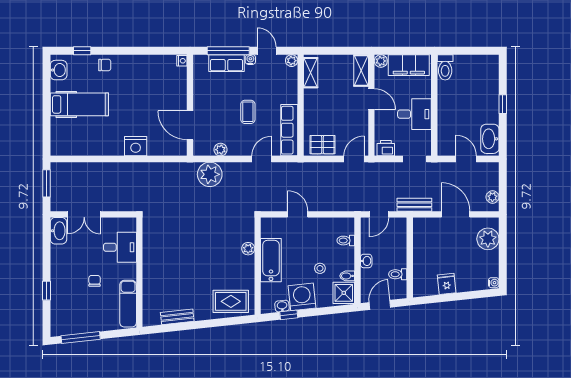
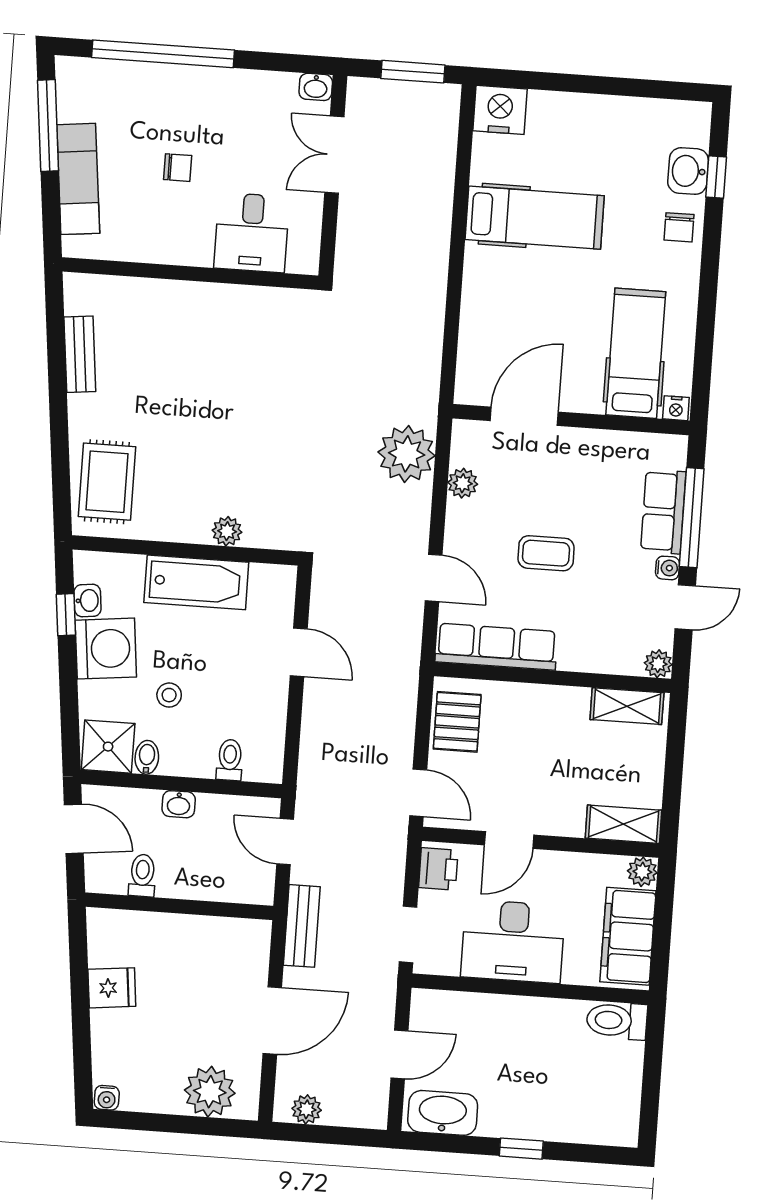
washbasin: (59, 70) -> (688, 171), moved, turned 90
hospital bed: (160, 80) -> (636, 353), added
door: (371, 99) -> (509, 840), moved
hospital bed: (79, 104) -> (535, 218), moved, turned -90
desk: (414, 114) -> (513, 941), width x1.37
nightstand: (136, 146) -> (500, 110), moved, turned 90
door: (298, 214) -> (299, 652), hinge flipped
washbasin: (58, 231) -> (316, 87), width x0.52, depth x0.69
window: (46, 291) -> (163, 54), width x3.17
exam couch: (128, 304) -> (78, 179), moved, turned 84

